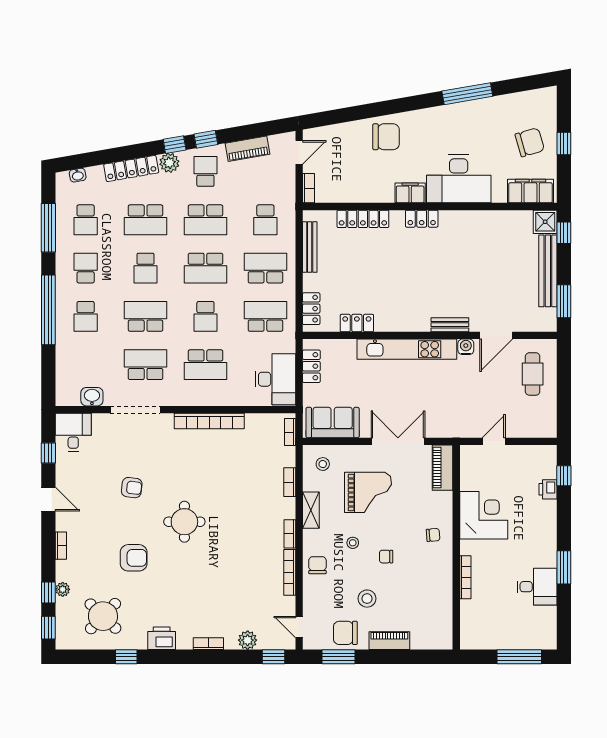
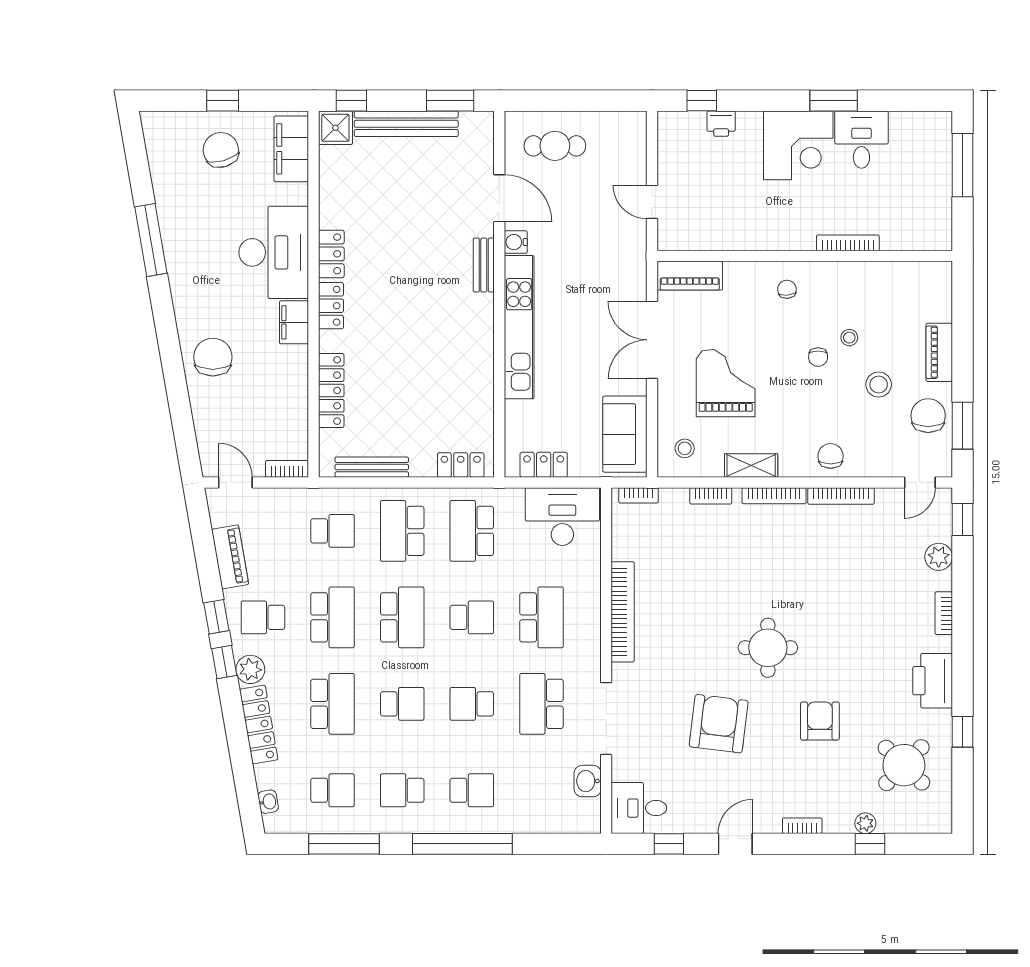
school desk: (146, 316) -> (472, 704), width x0.54
locker: (357, 323) -> (331, 254), moved, turned 180
armchair: (132, 488) -> (719, 724), width x1.88, depth x1.88
corner desk: (484, 515) -> (798, 145), moved, turned 180
bookcase: (290, 534) -> (774, 496), width x1.56
stool: (353, 543) -> (849, 338), moved
chair: (317, 565) -> (831, 456), turned 90
window: (48, 628) -> (920, 844), removed
chair: (345, 633) -> (928, 416), turned 180
printer: (162, 638) -> (933, 681), width x1.37, depth x1.19

